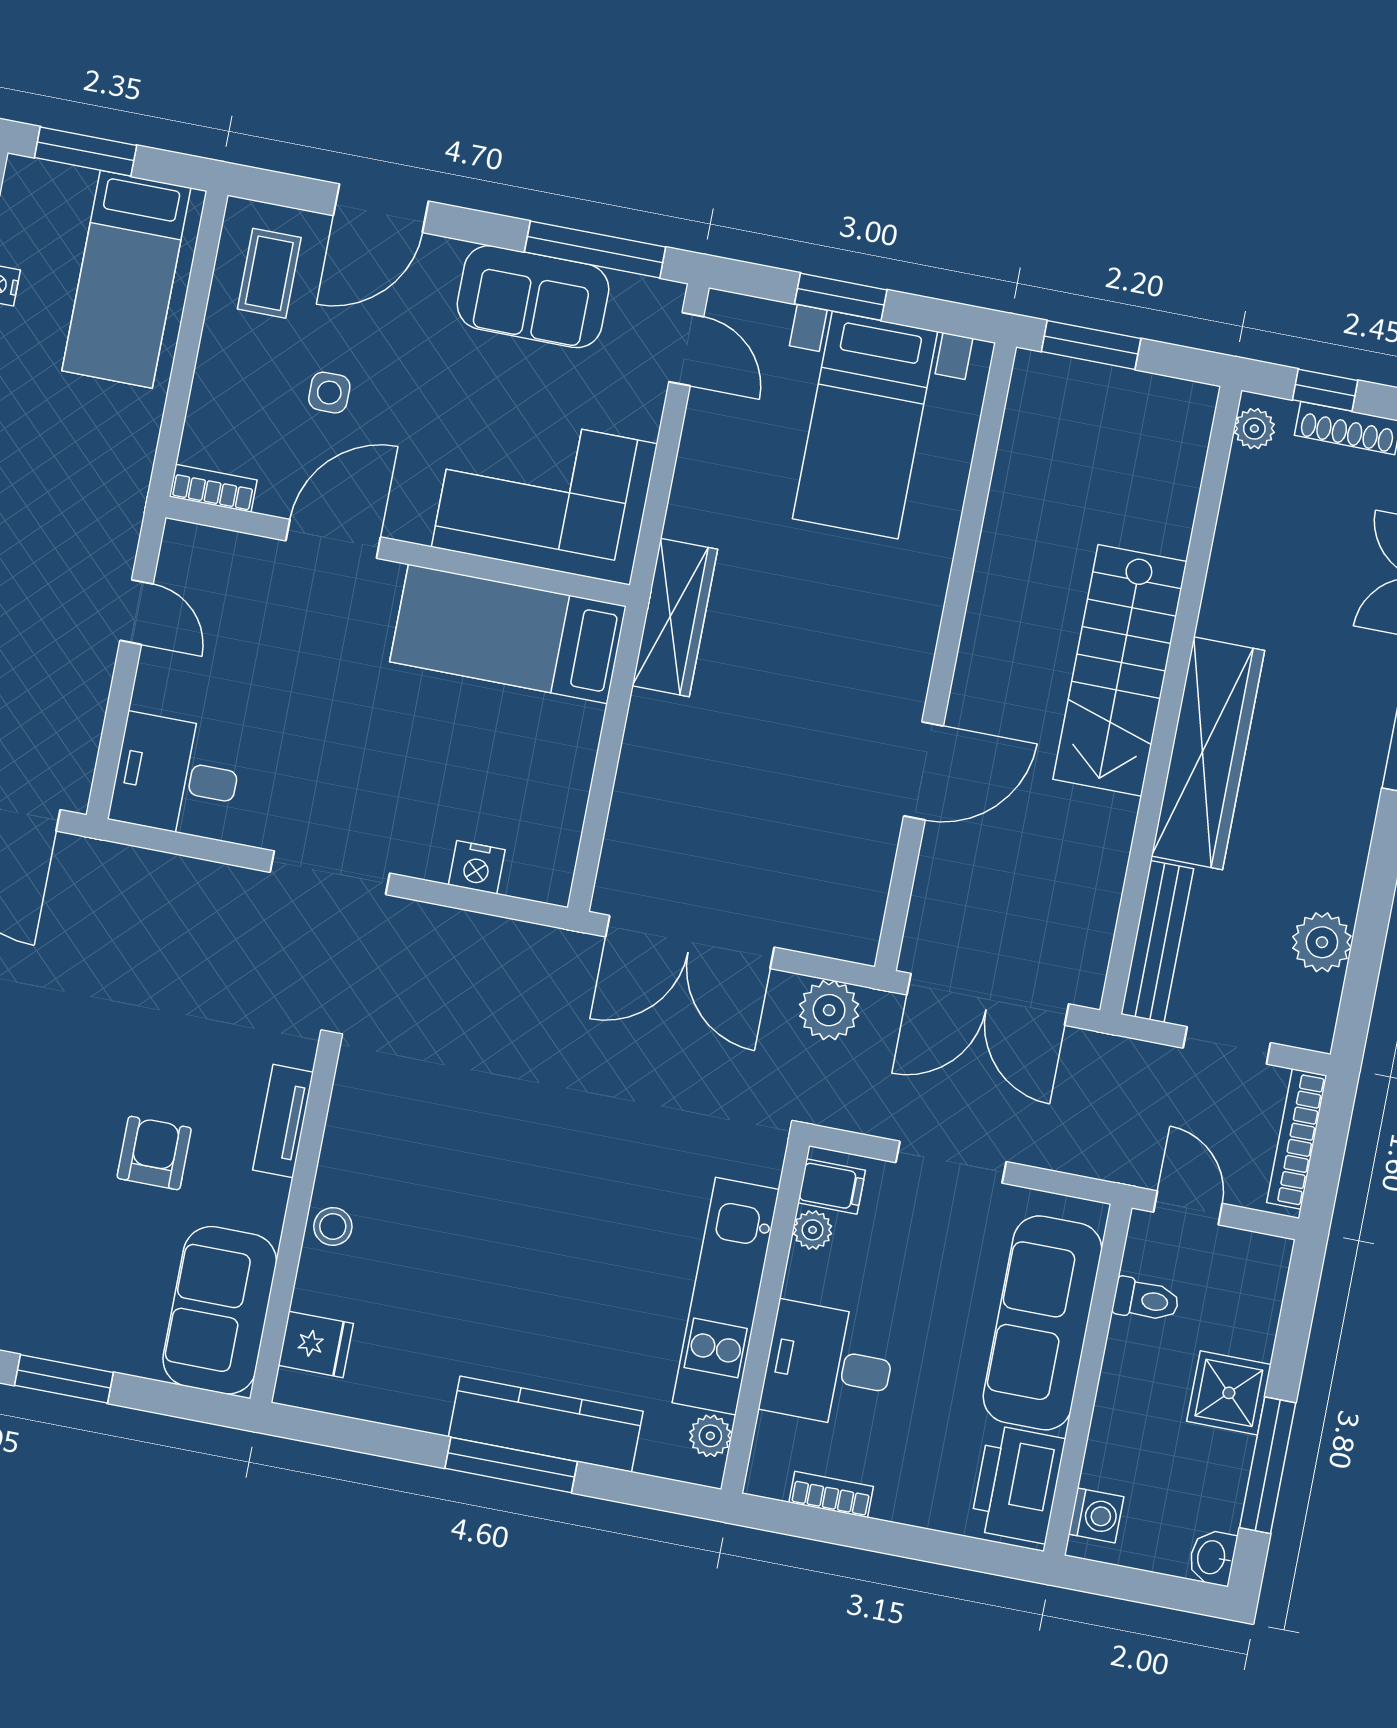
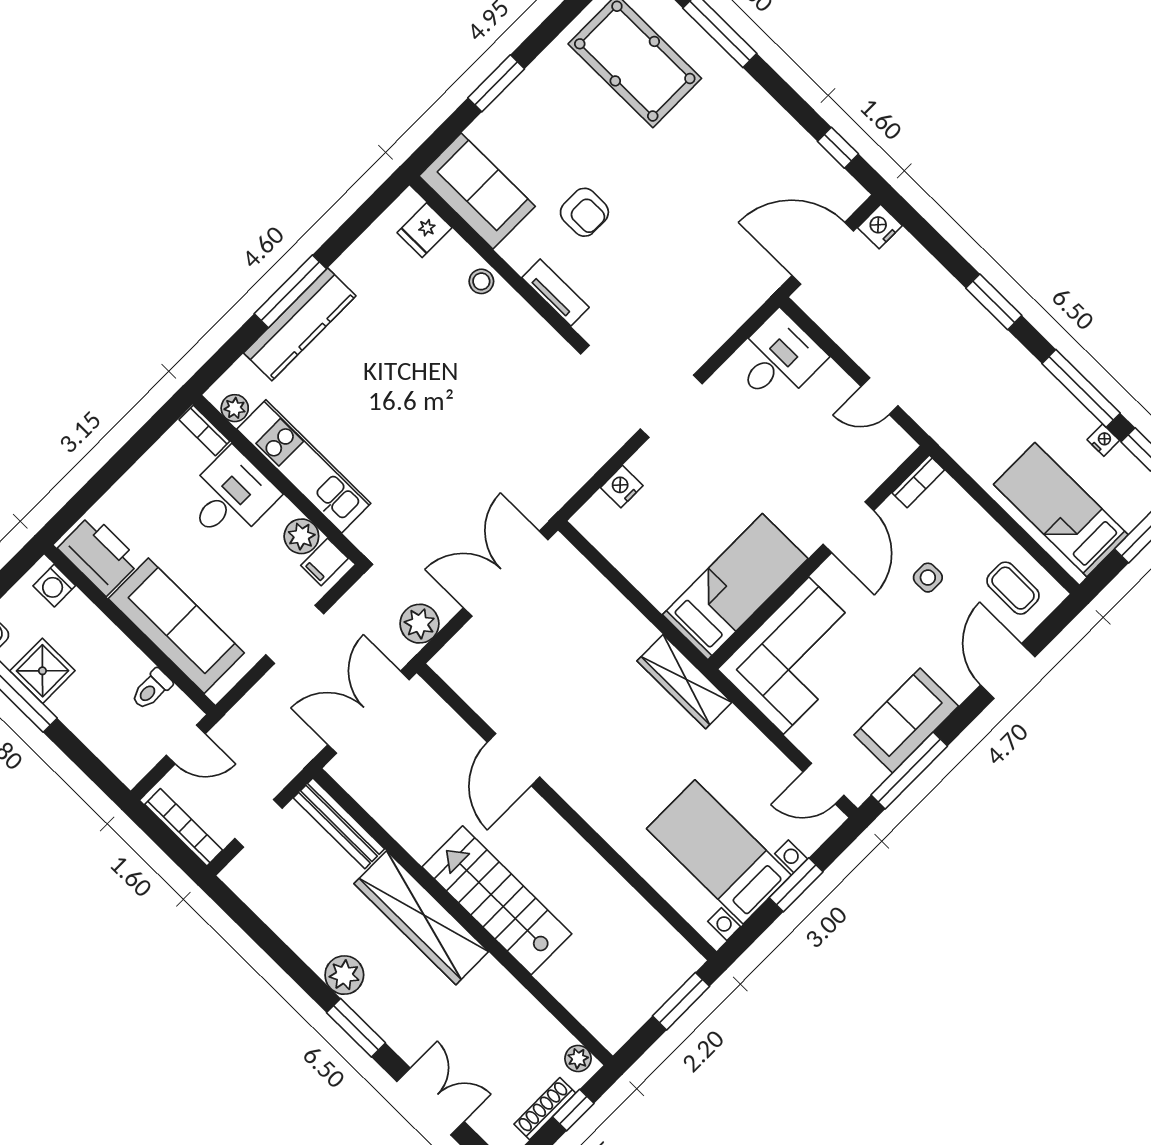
plant: (1322, 942) -> (344, 975), moved
plant: (813, 1230) -> (301, 536), width x1.38, depth x1.38
shower: (1229, 1393) -> (42, 671), moved
bookcase: (831, 1494) -> (204, 430), moved, turned 90

